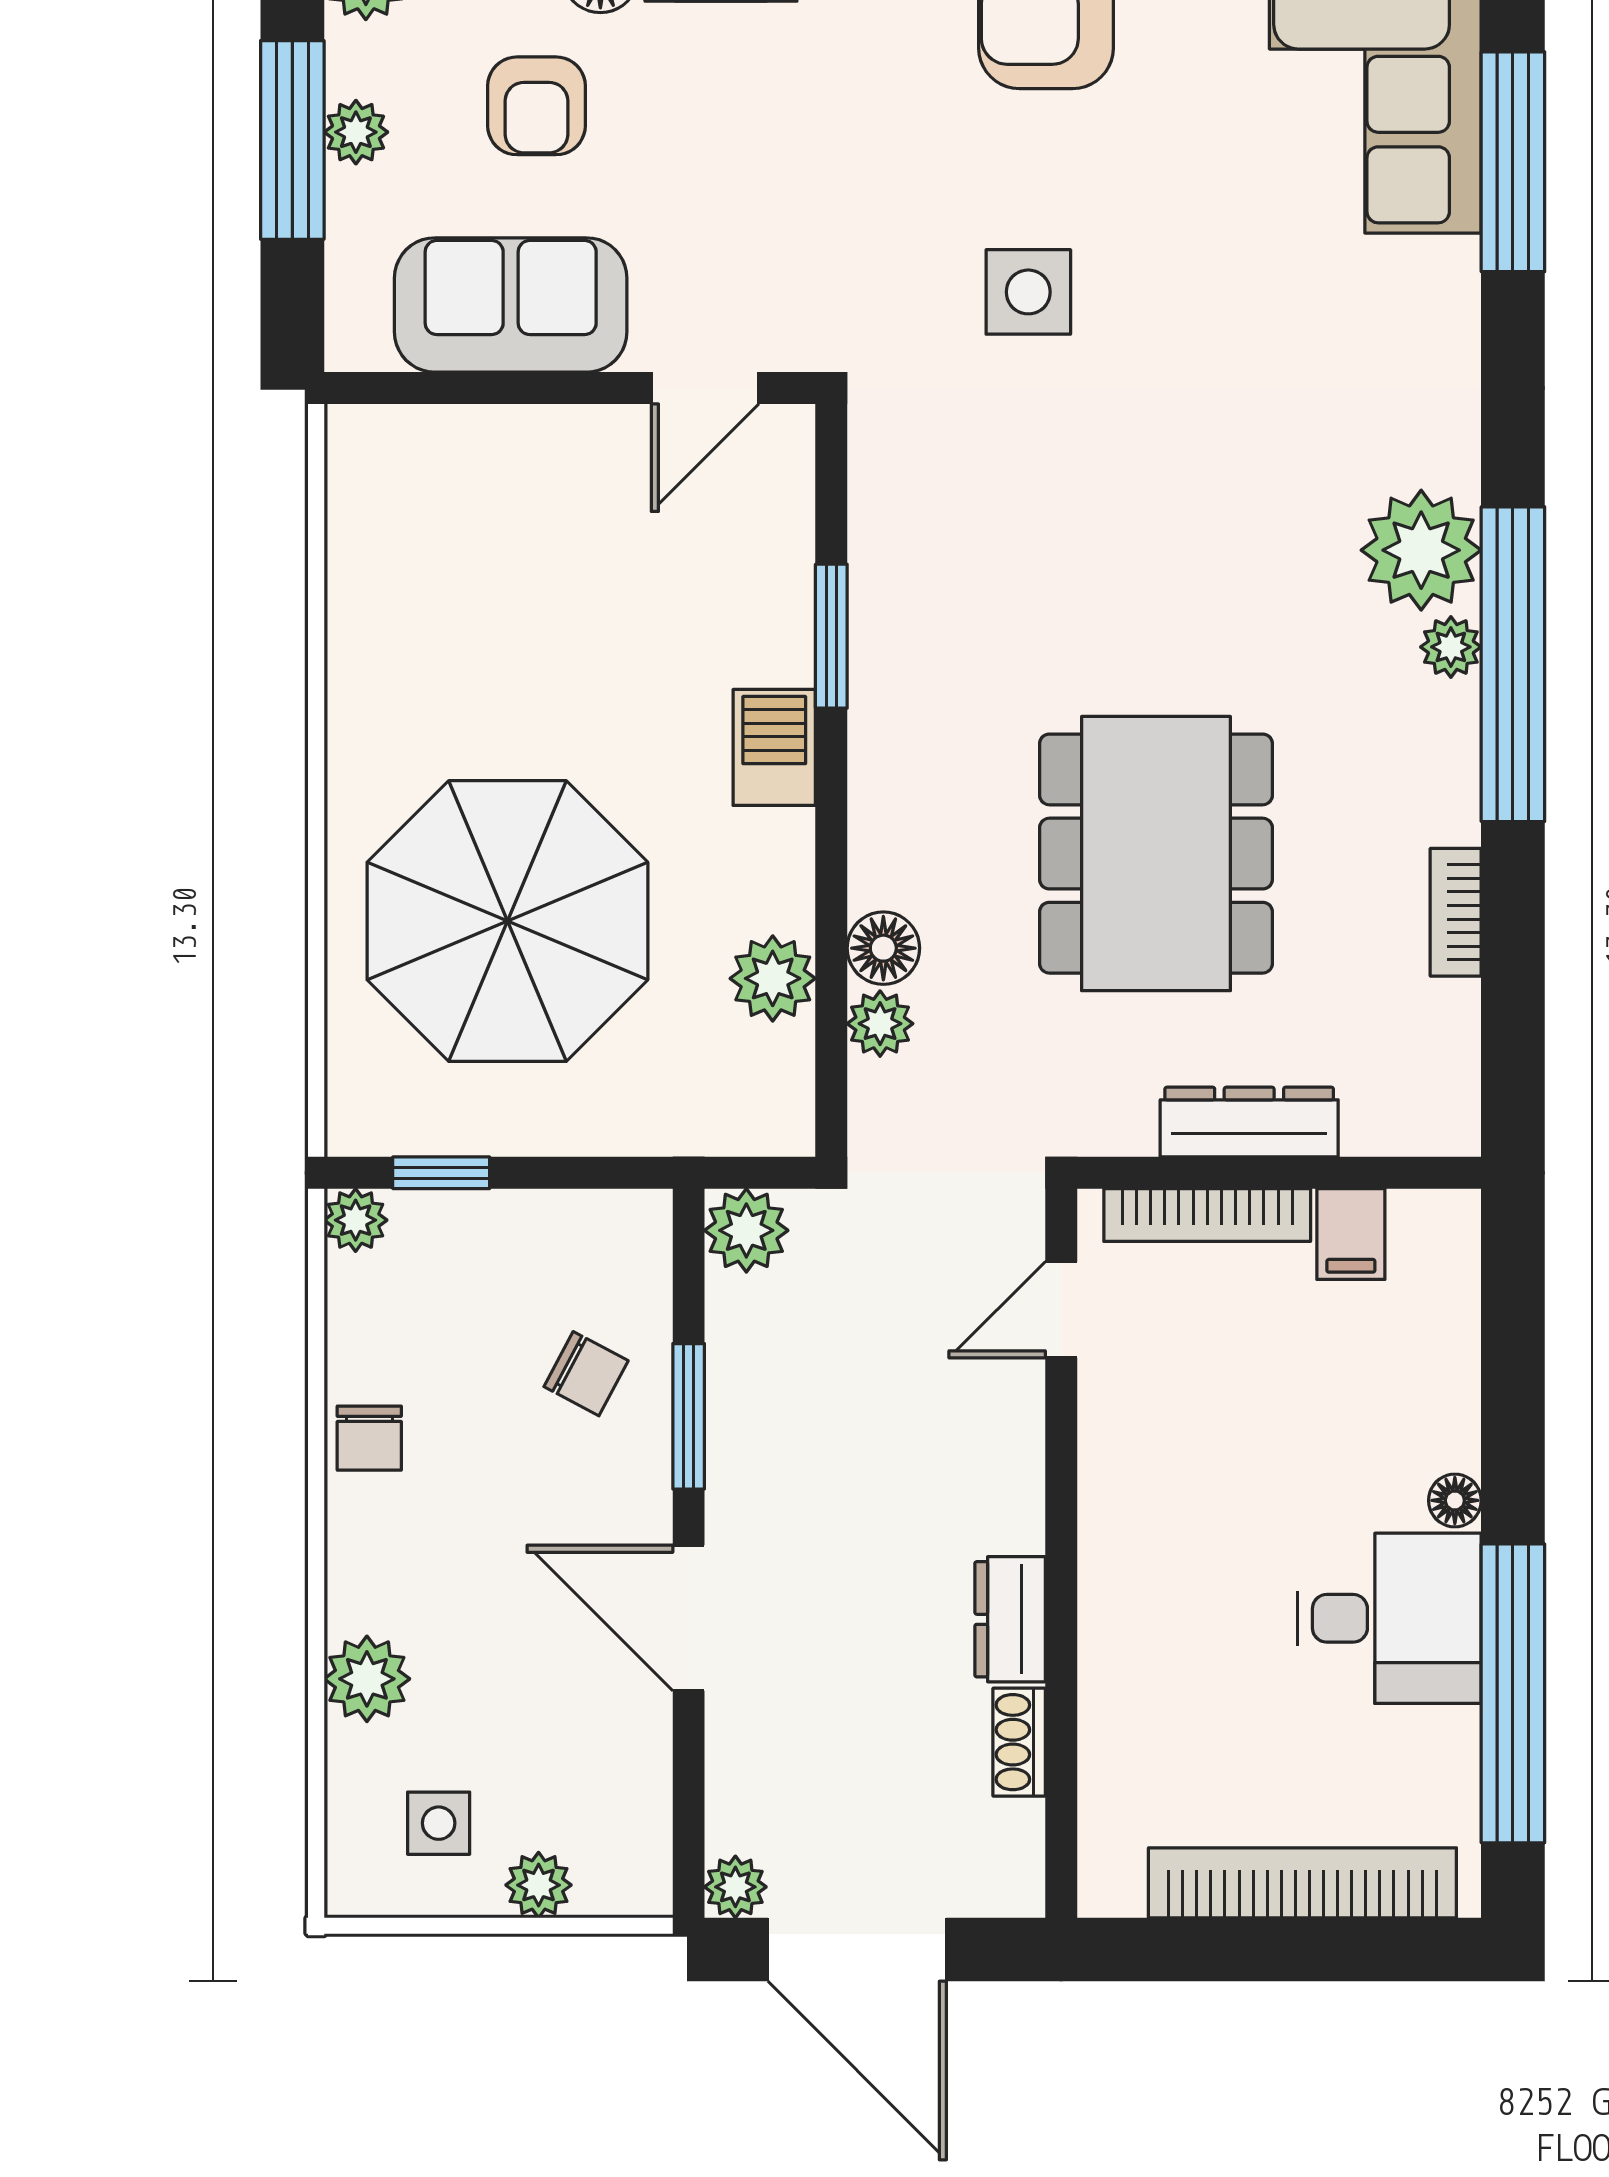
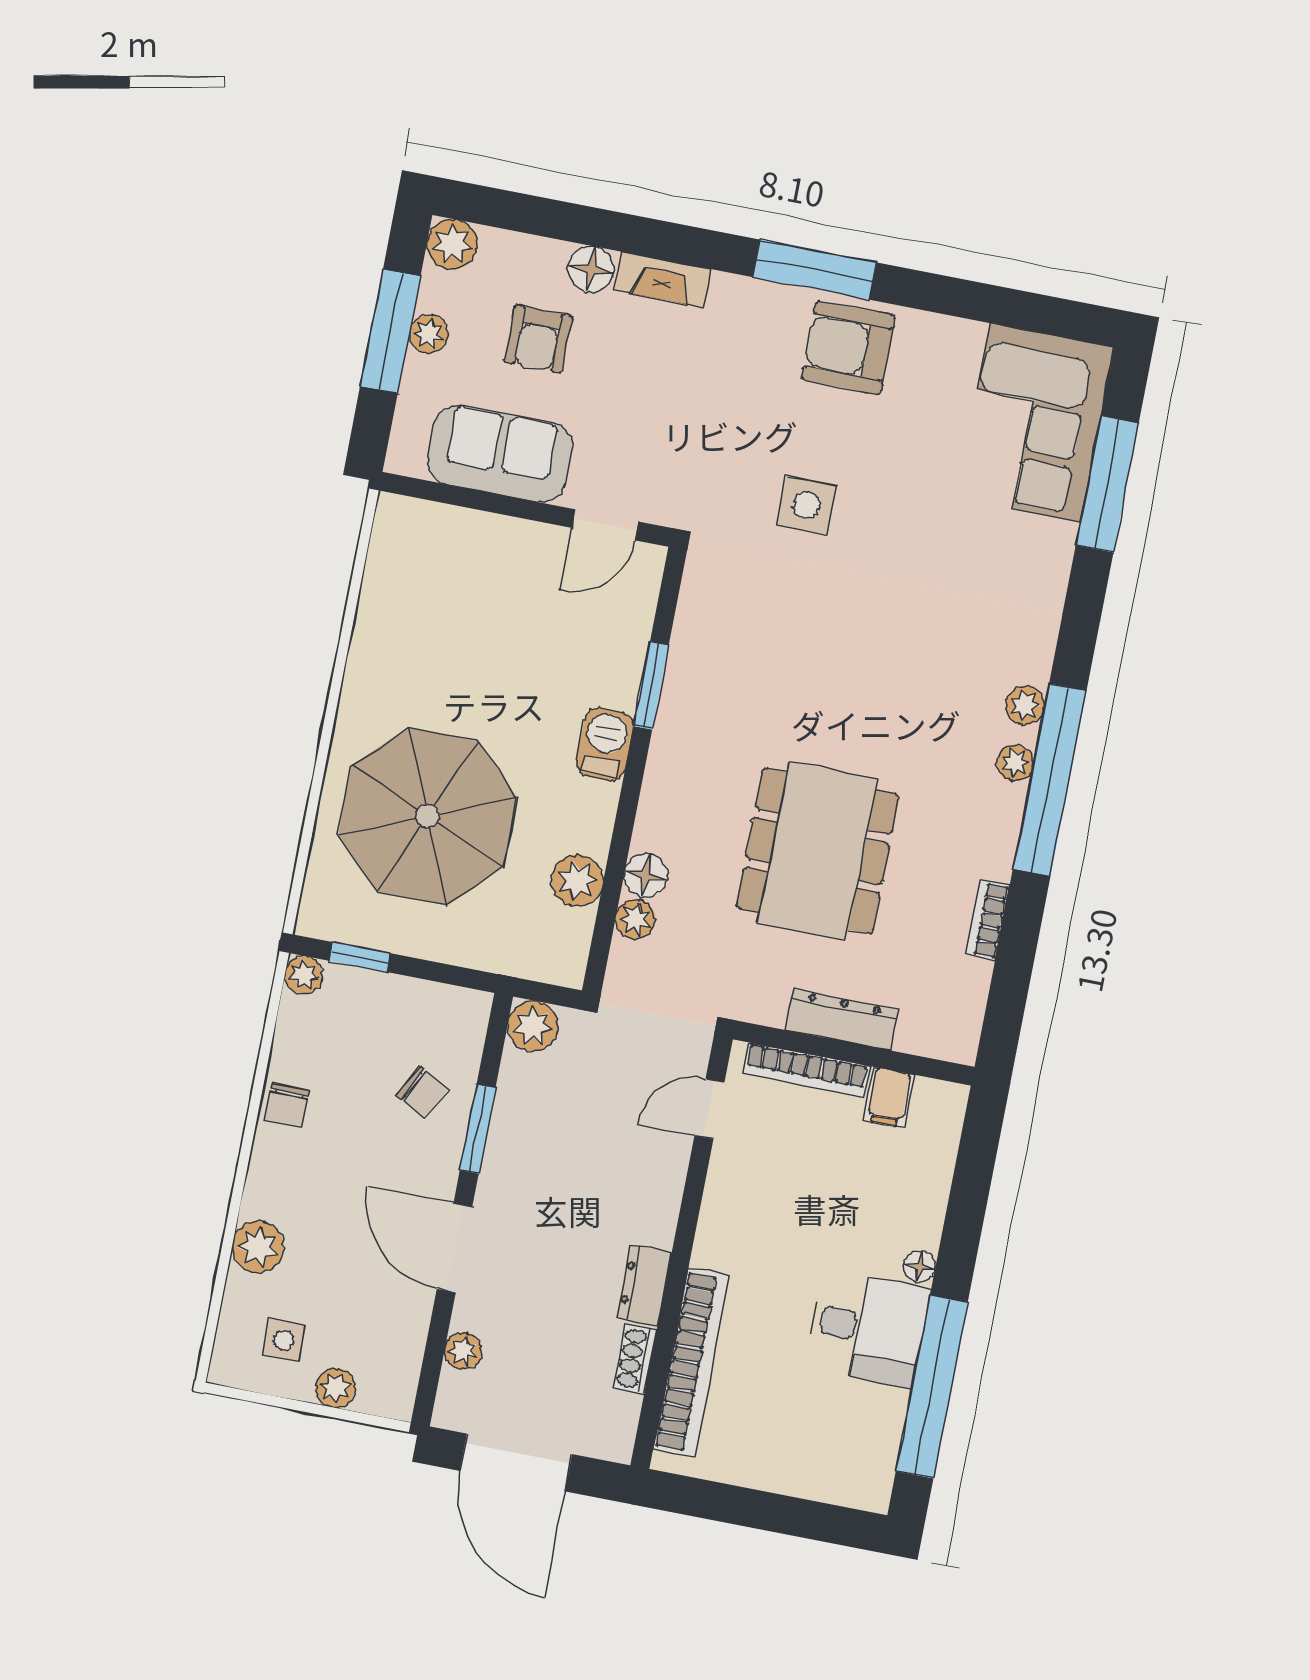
plant: (1421, 550) -> (1025, 706), width x0.53, depth x0.53
bookcase: (1302, 1883) -> (691, 1362), moved, turned 90
plant: (735, 1887) -> (463, 1351), moved

